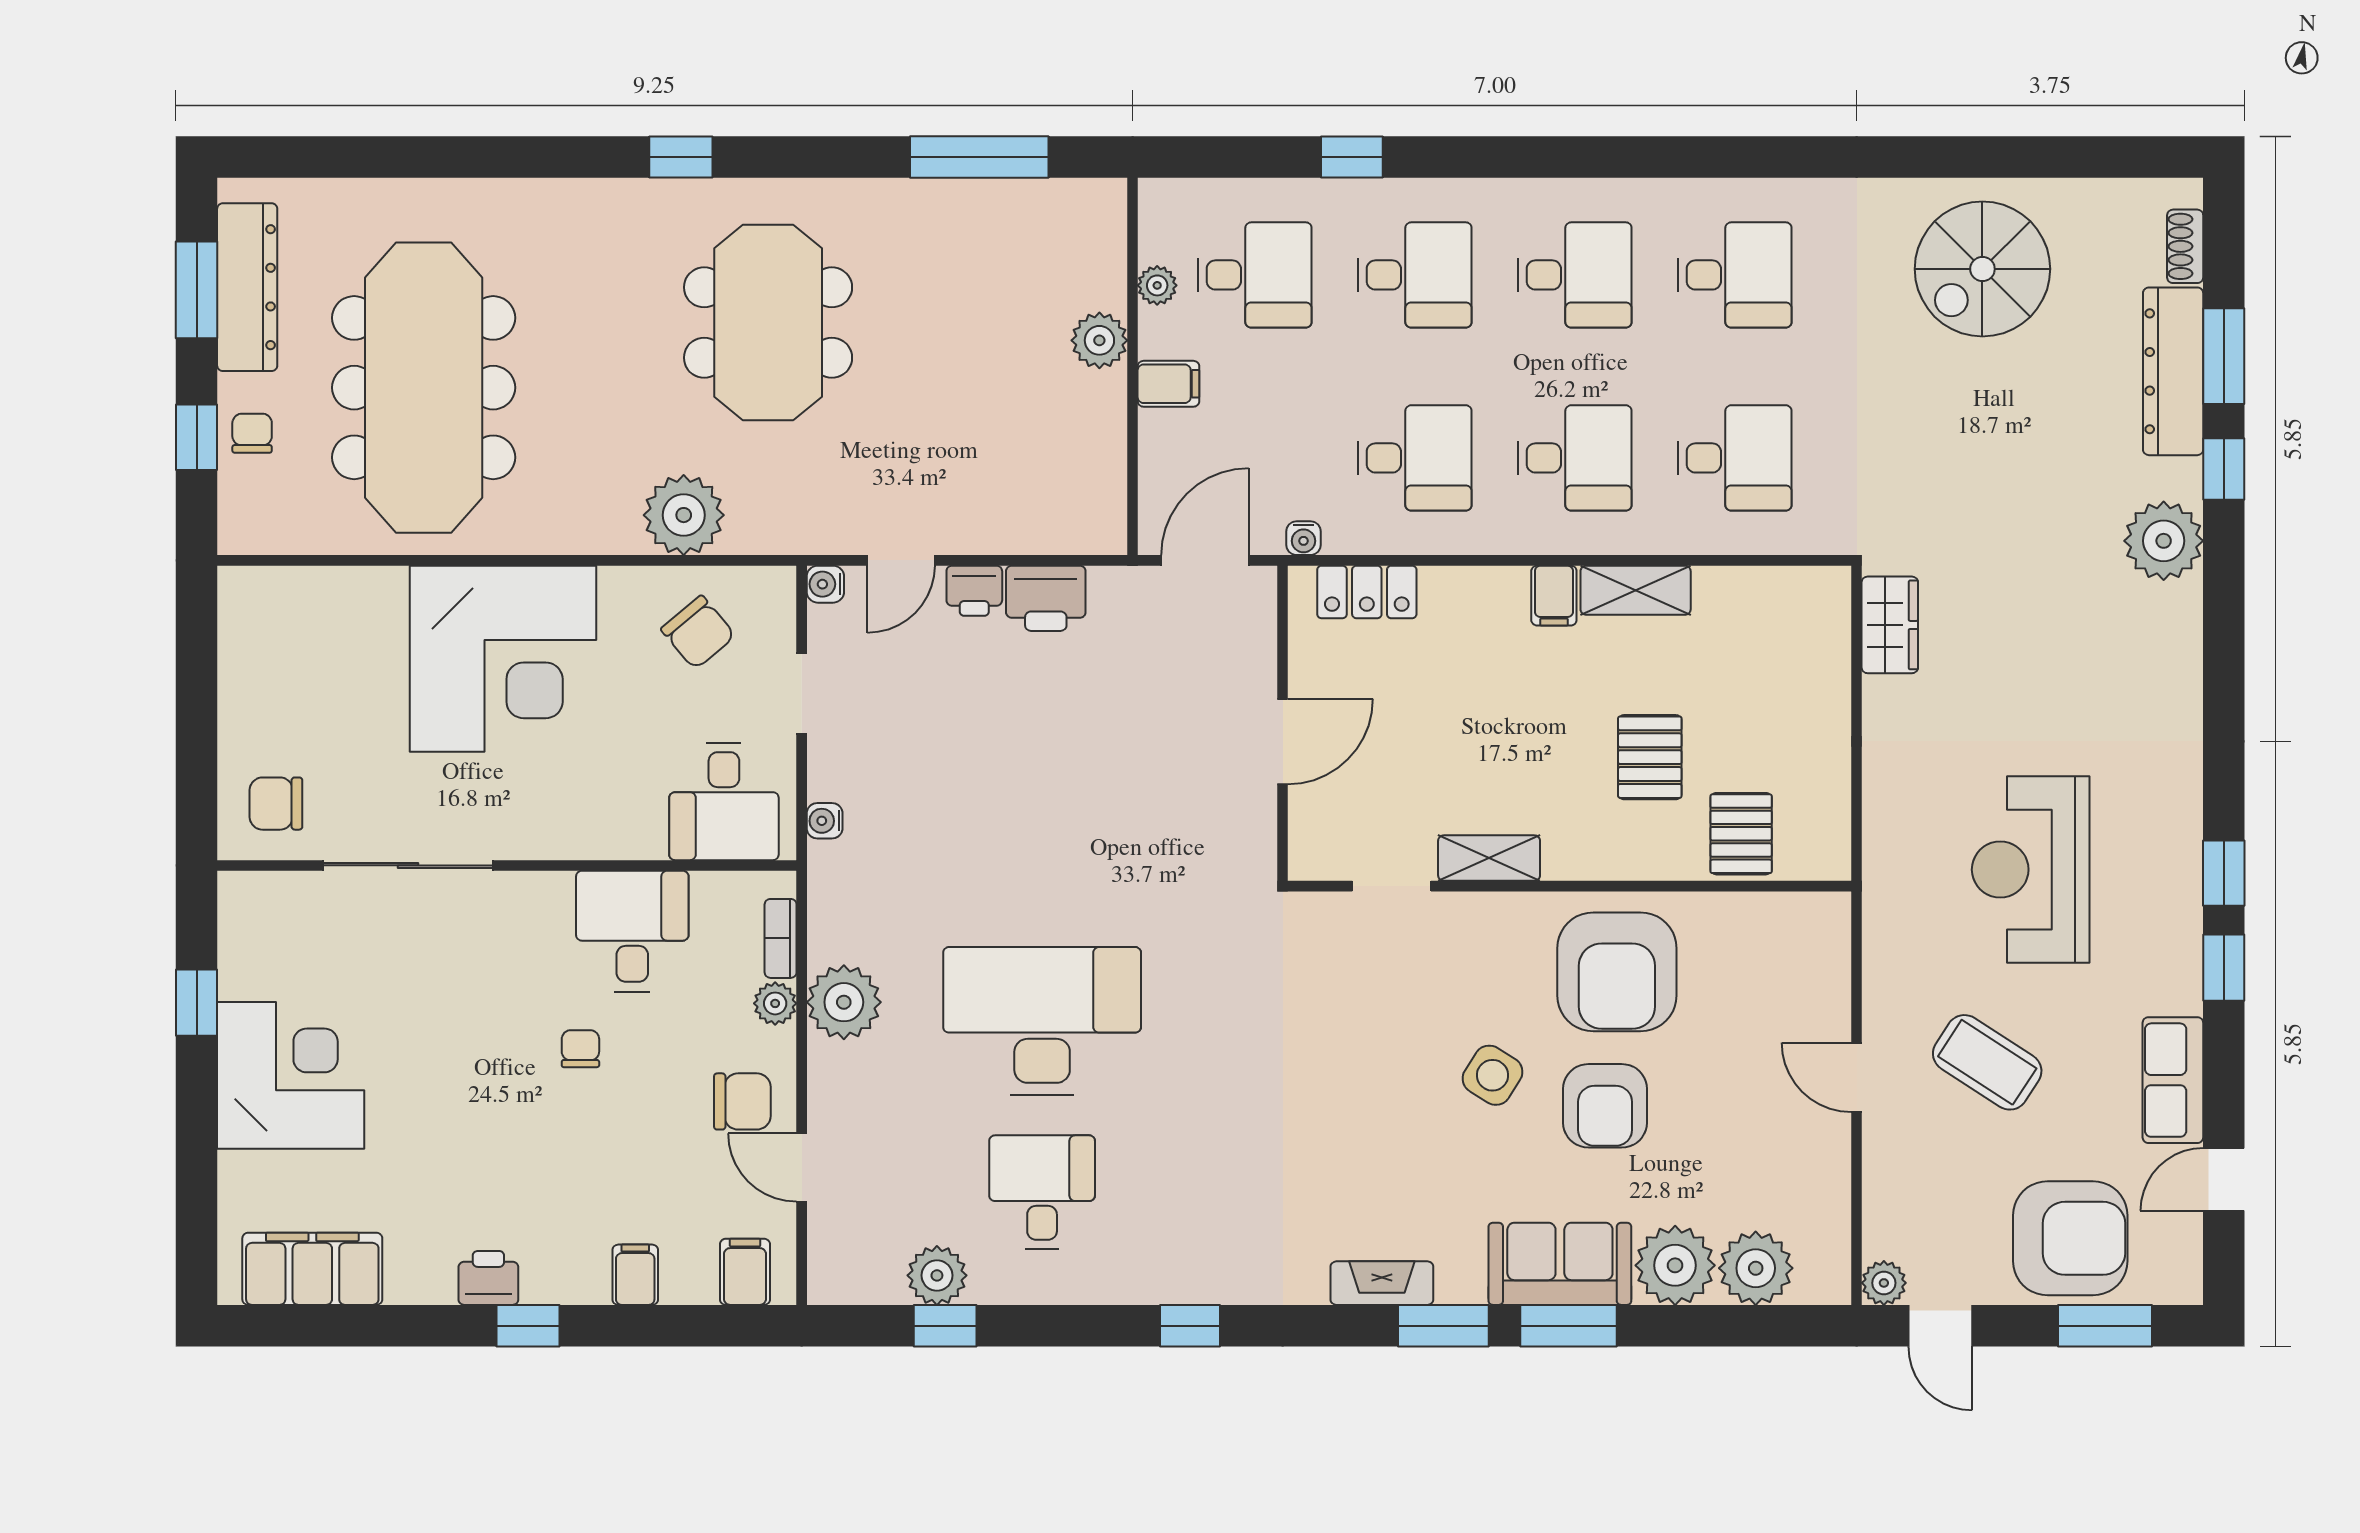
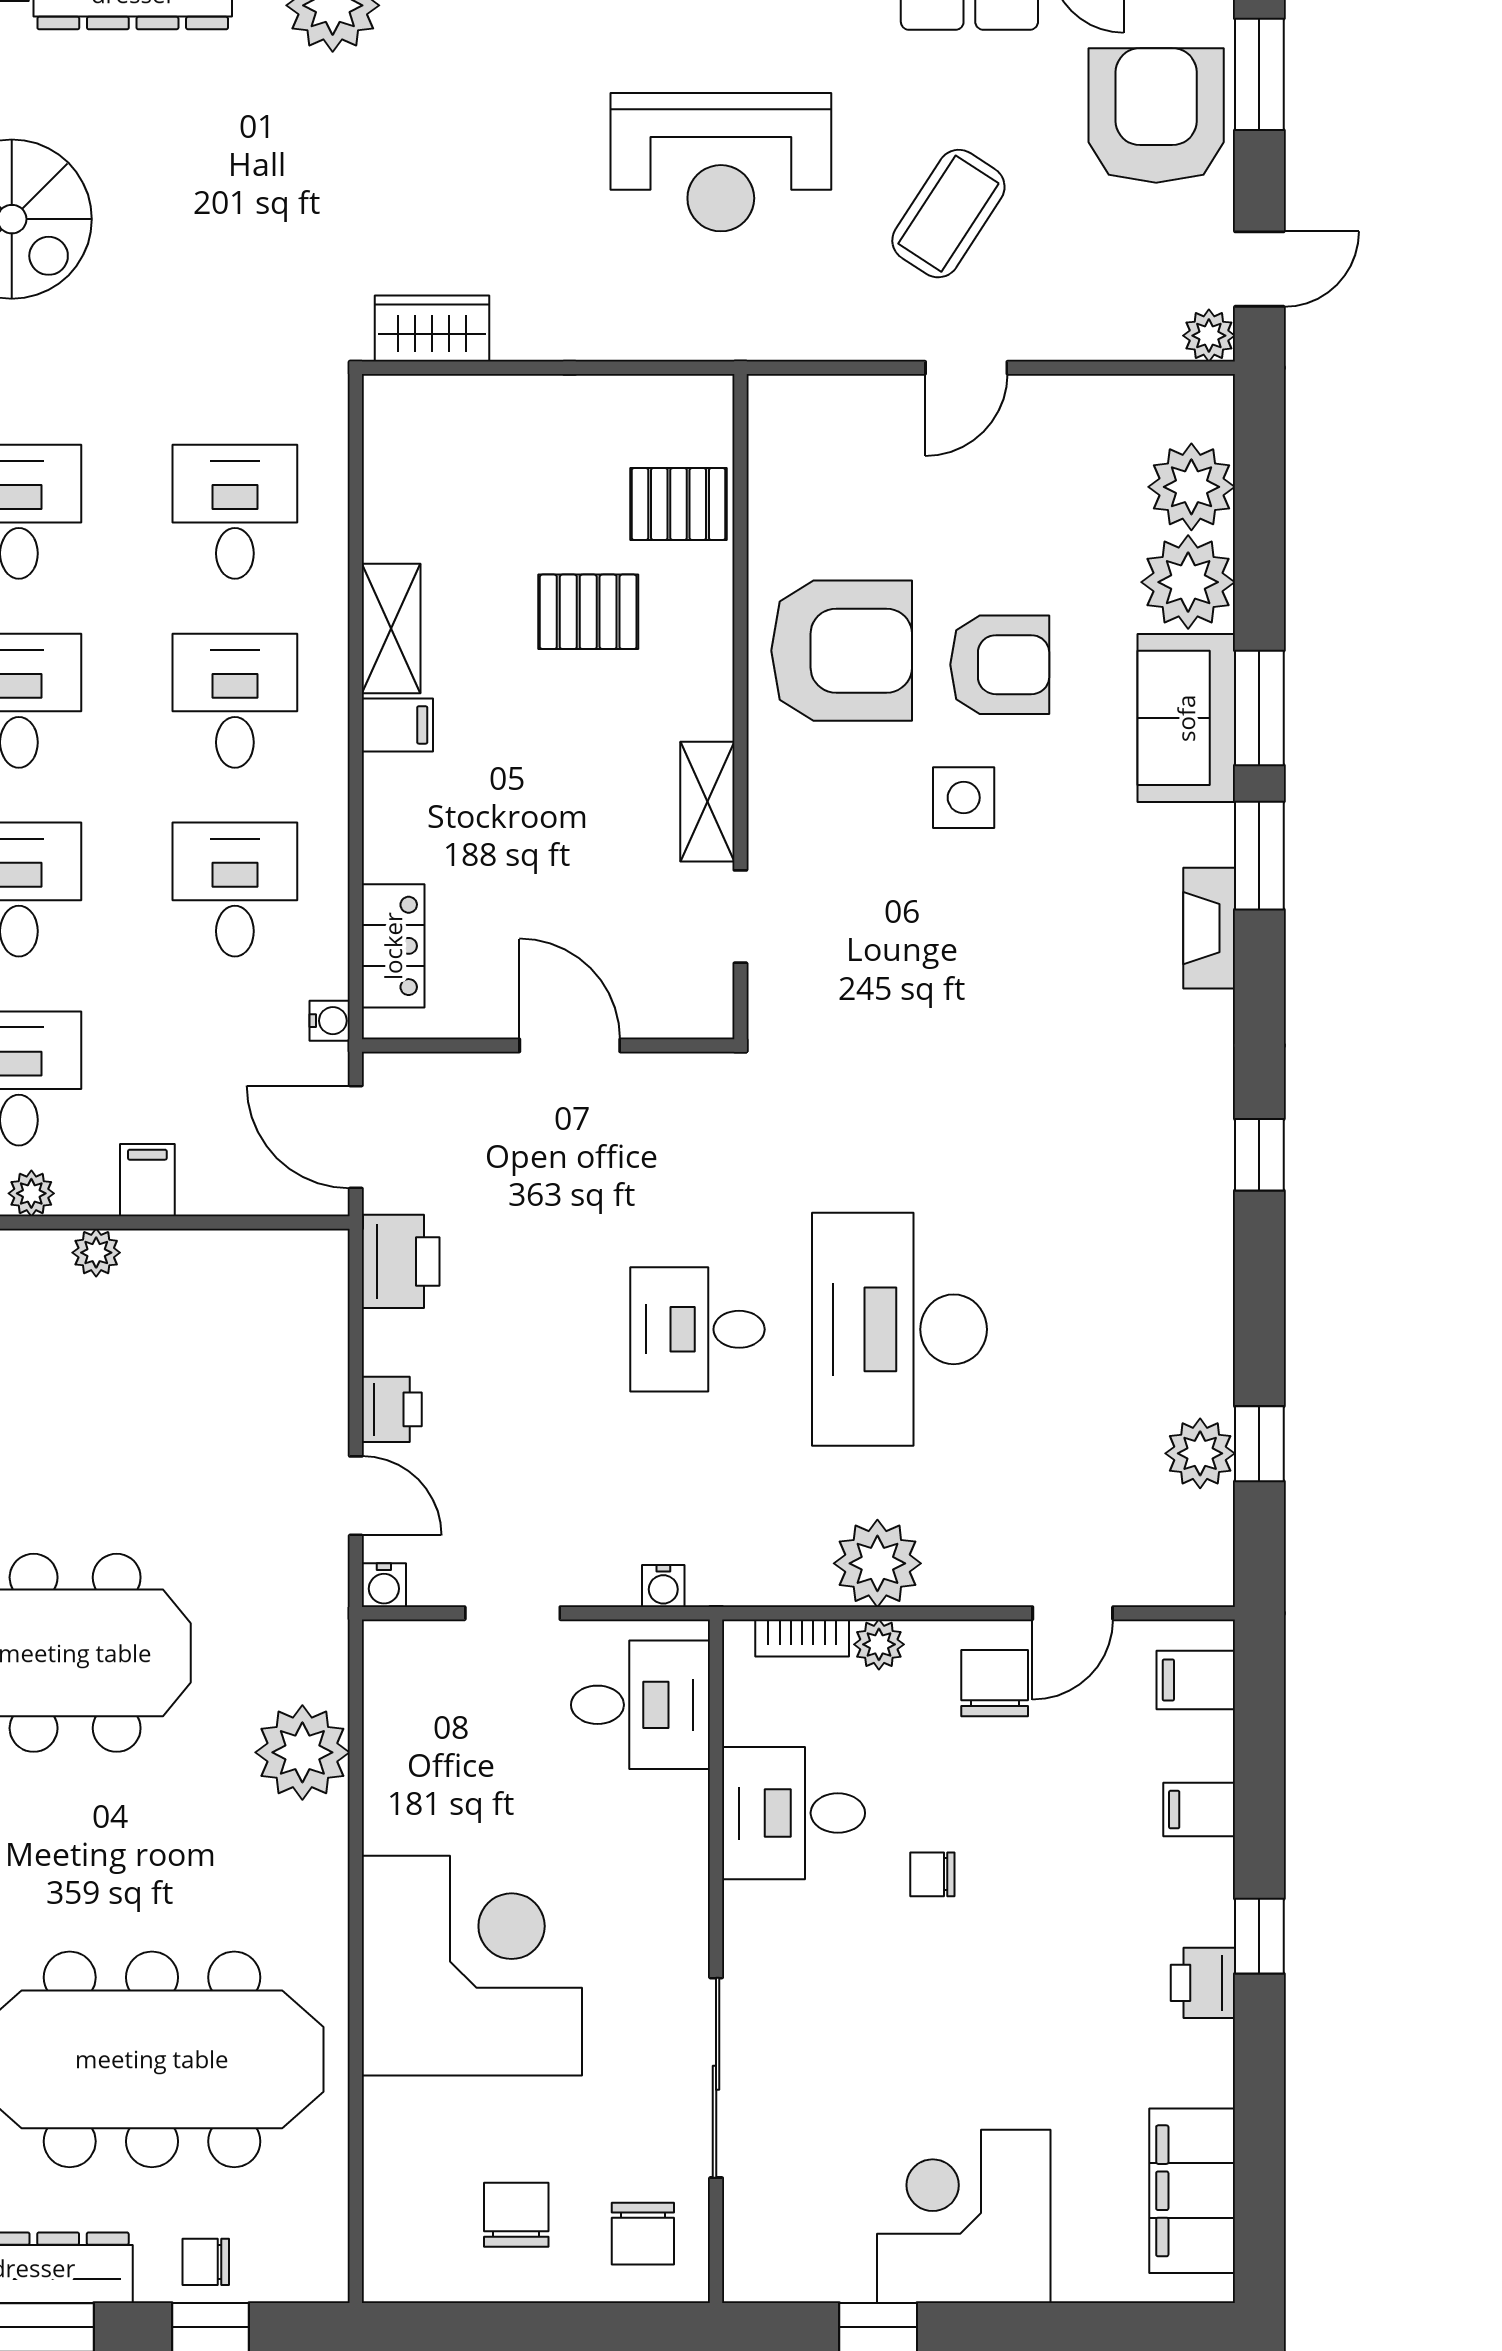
plant: (1099, 340) -> (96, 1253), width x0.73, depth x0.73
printer: (1046, 598) -> (401, 1261), moved
chair: (698, 632) -> (516, 2215), moved, turned -50
side table: (1492, 1075) -> (964, 798), turned -32
desk: (1042, 1192) -> (697, 1329), moved

